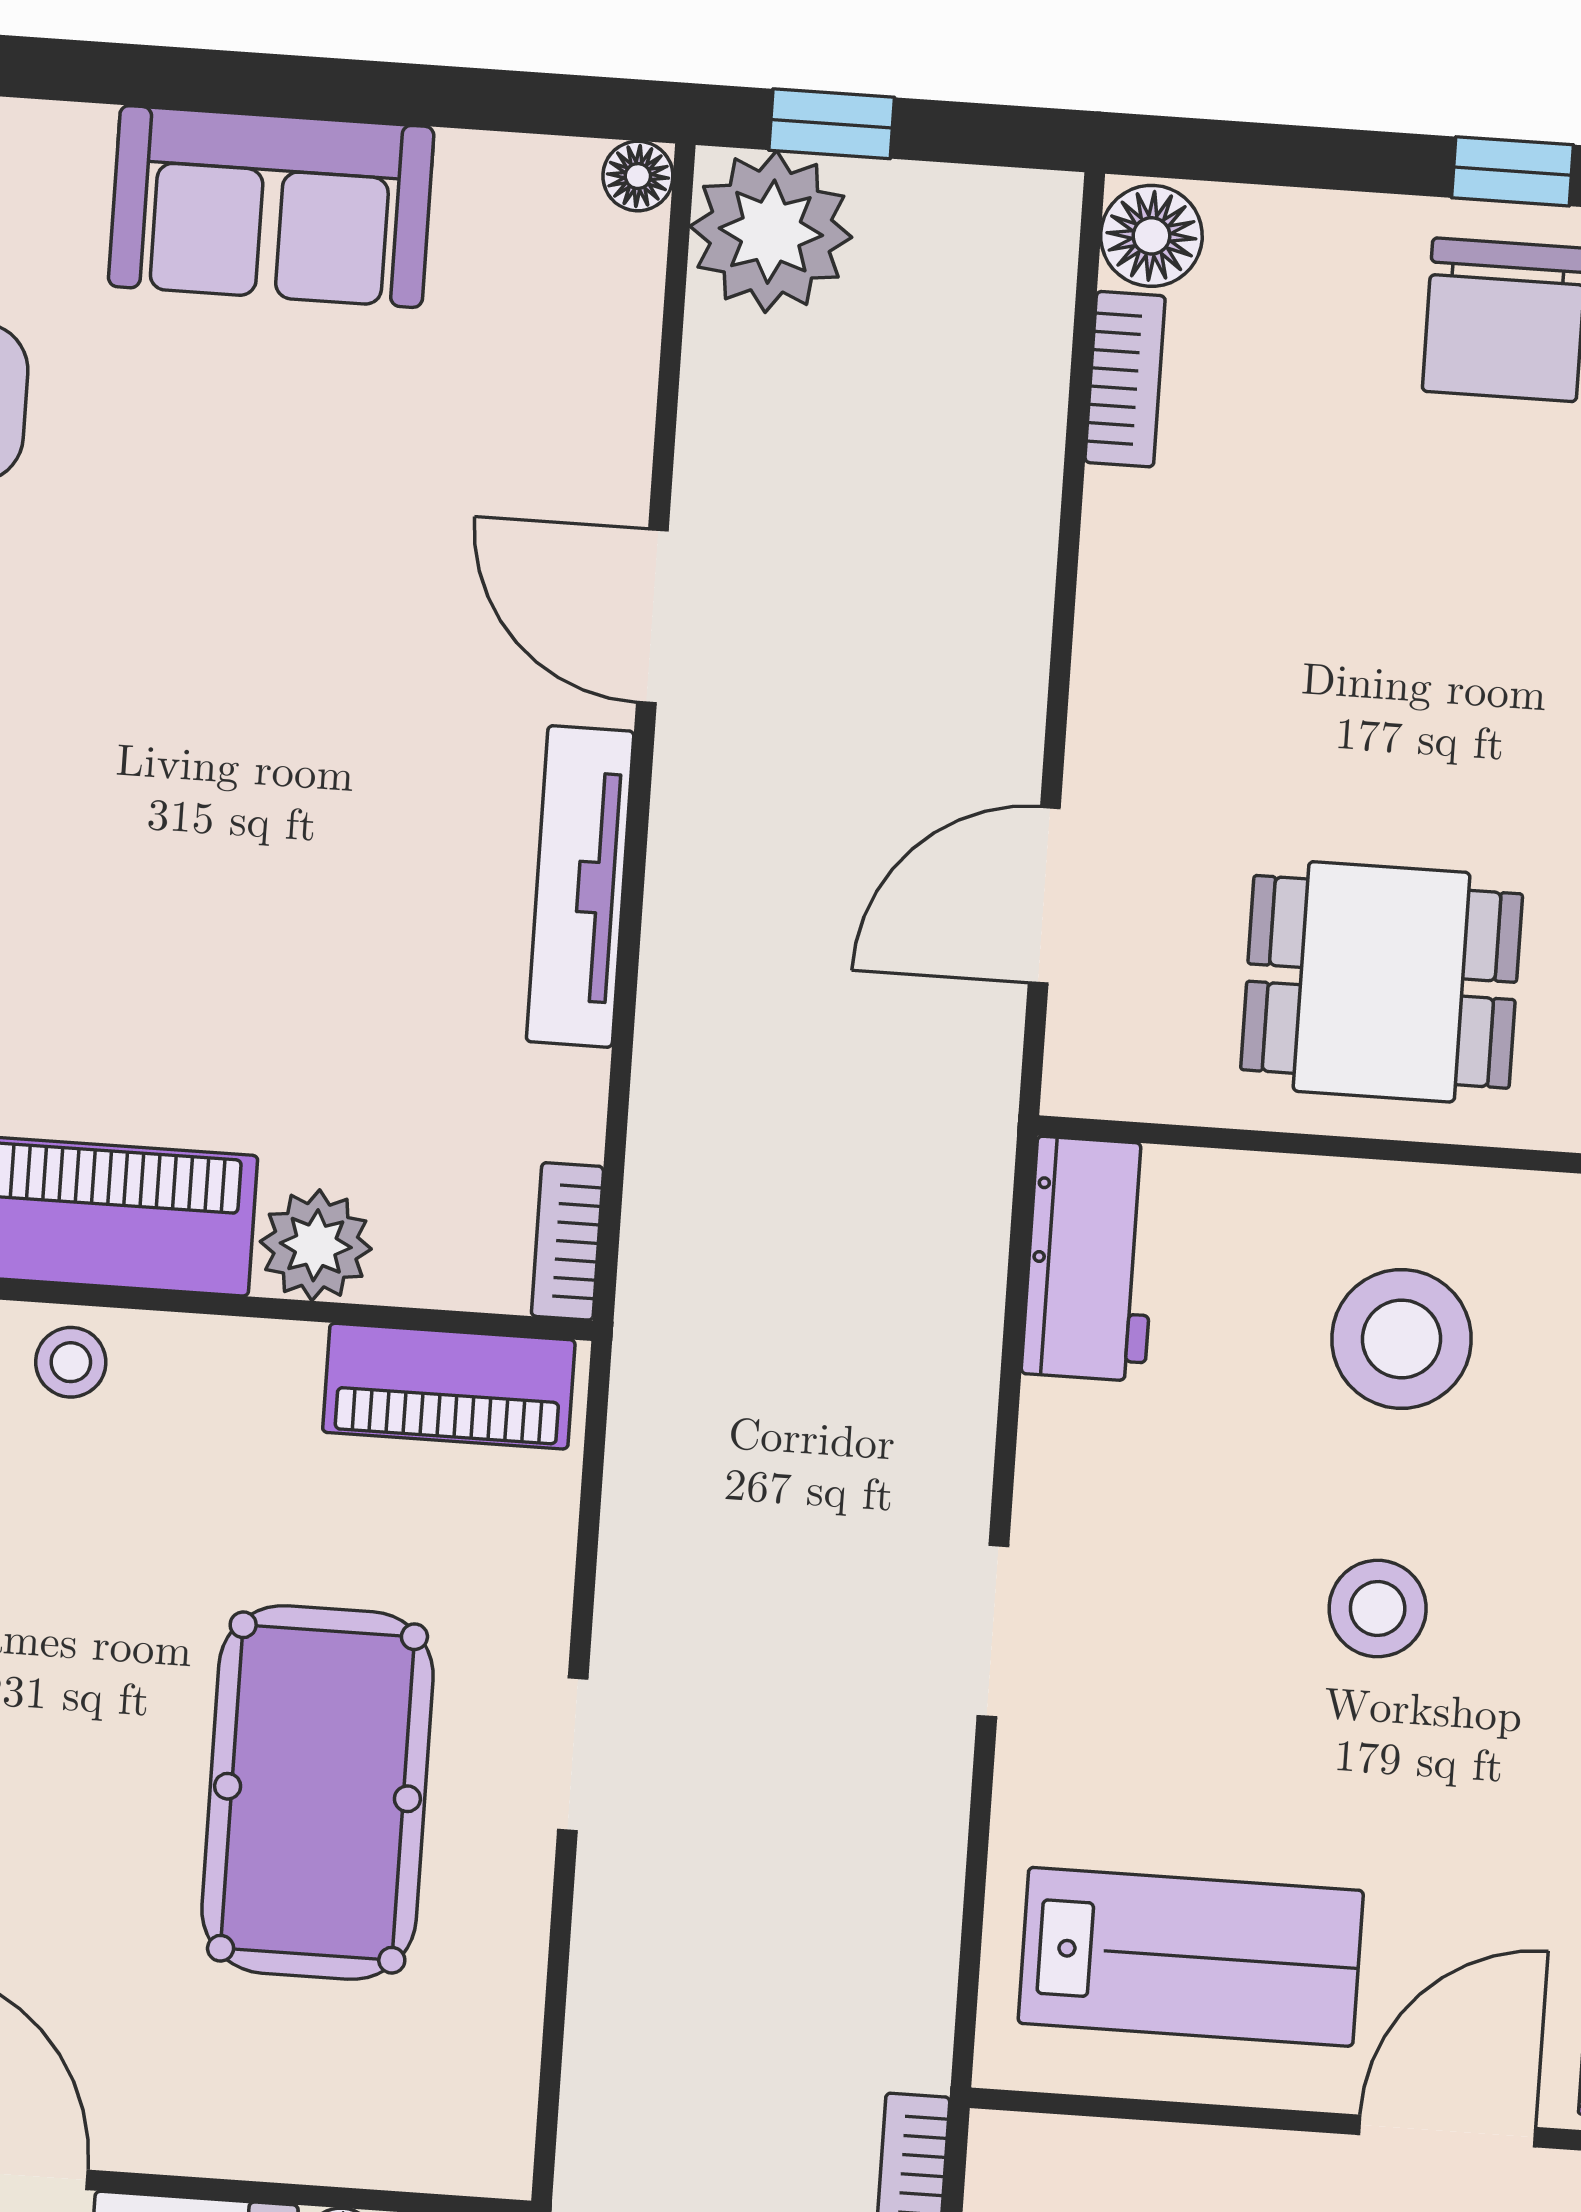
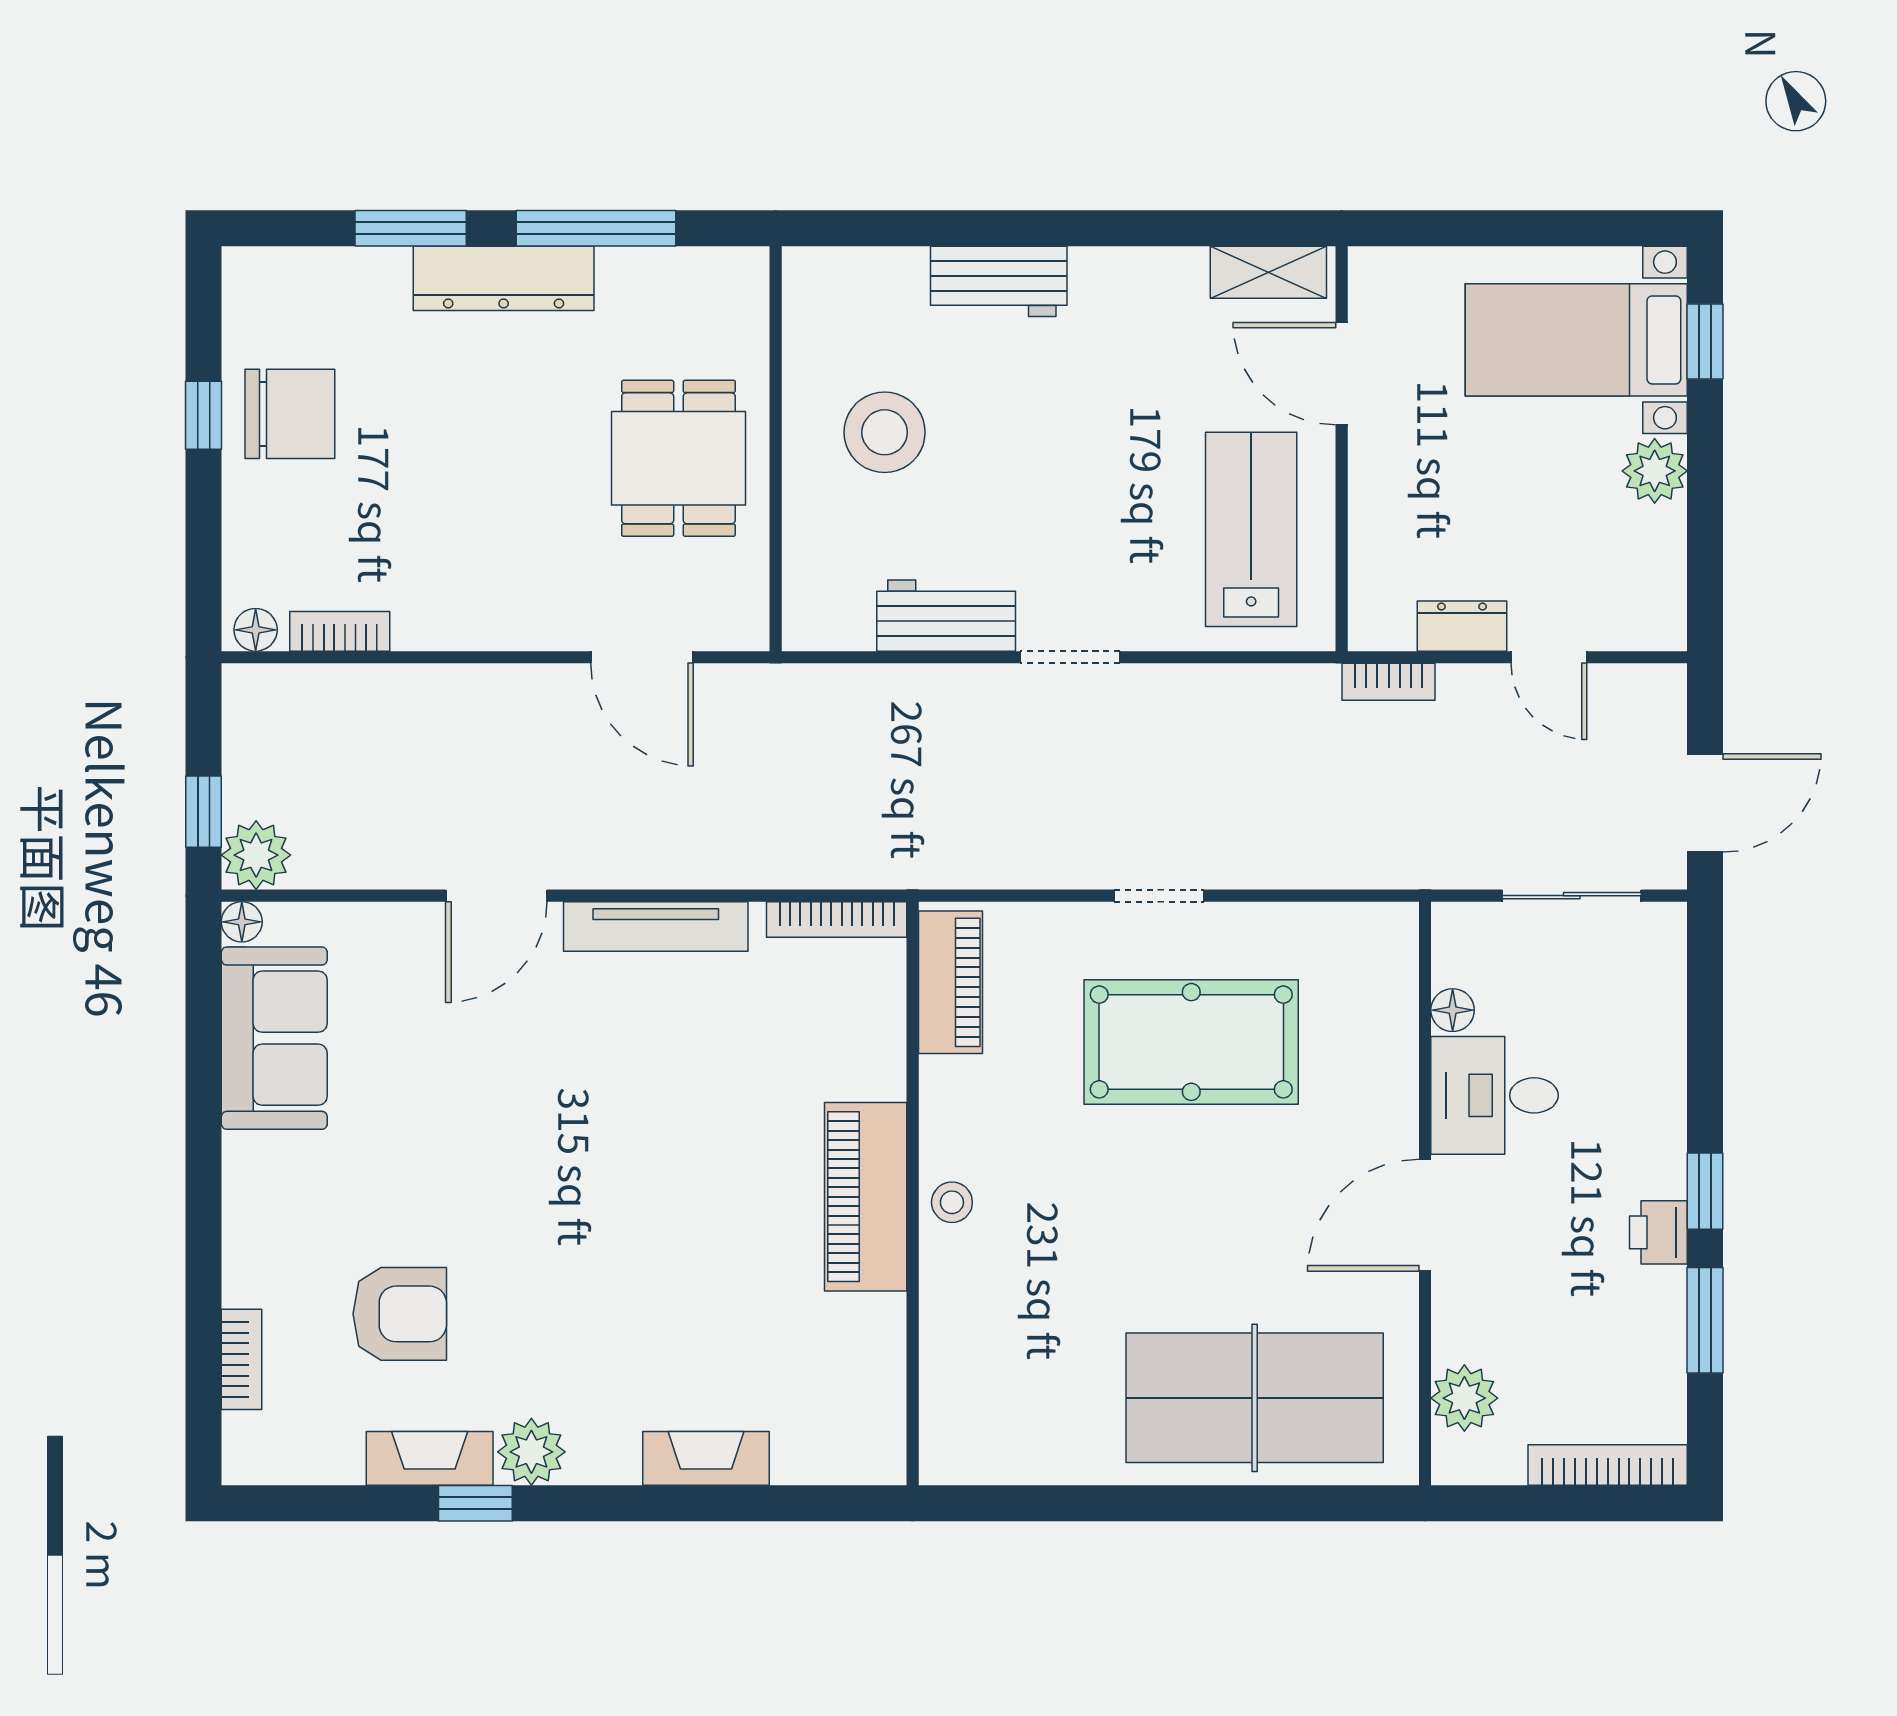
sofa: (271, 207) -> (274, 1038), moved
plant: (771, 232) -> (256, 855), width x0.73, depth x0.73
floor lamp: (1151, 236) -> (256, 630), width x0.73, depth x0.73
bookcase: (567, 1241) -> (837, 919), width x1.56
plant: (316, 1245) -> (874, 1065), removed
workbench: (1091, 1259) -> (946, 616), moved
stool: (1378, 1608) -> (1042, 435), removed

